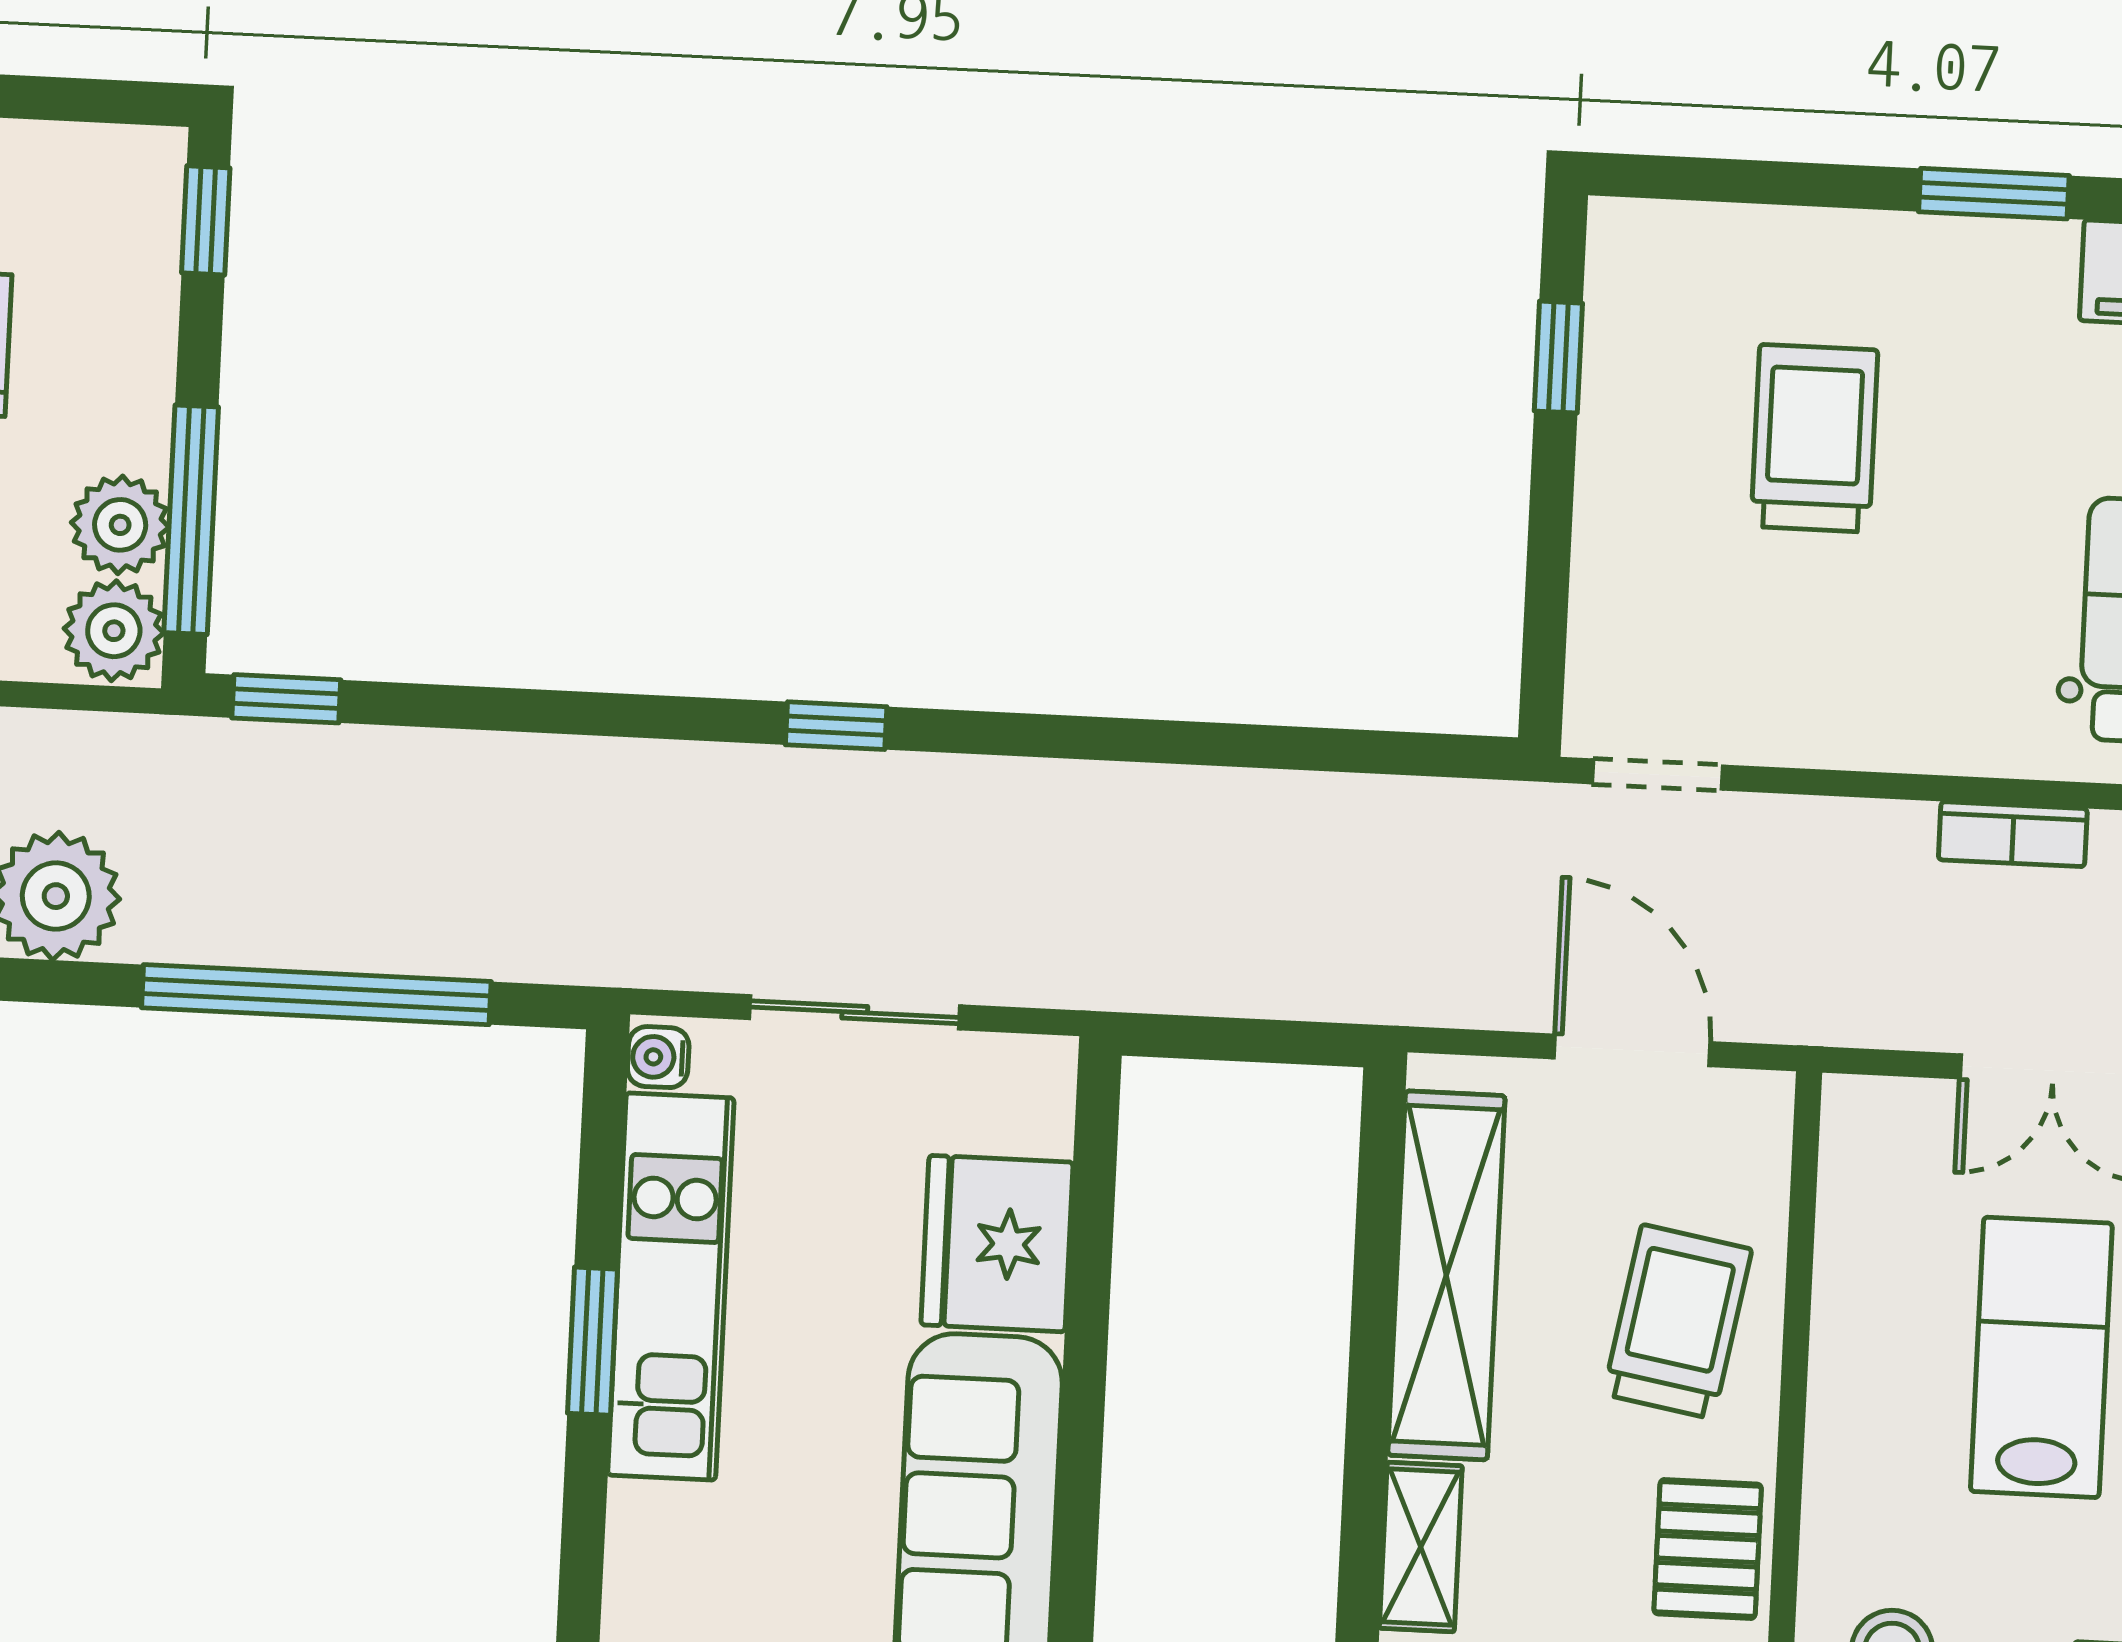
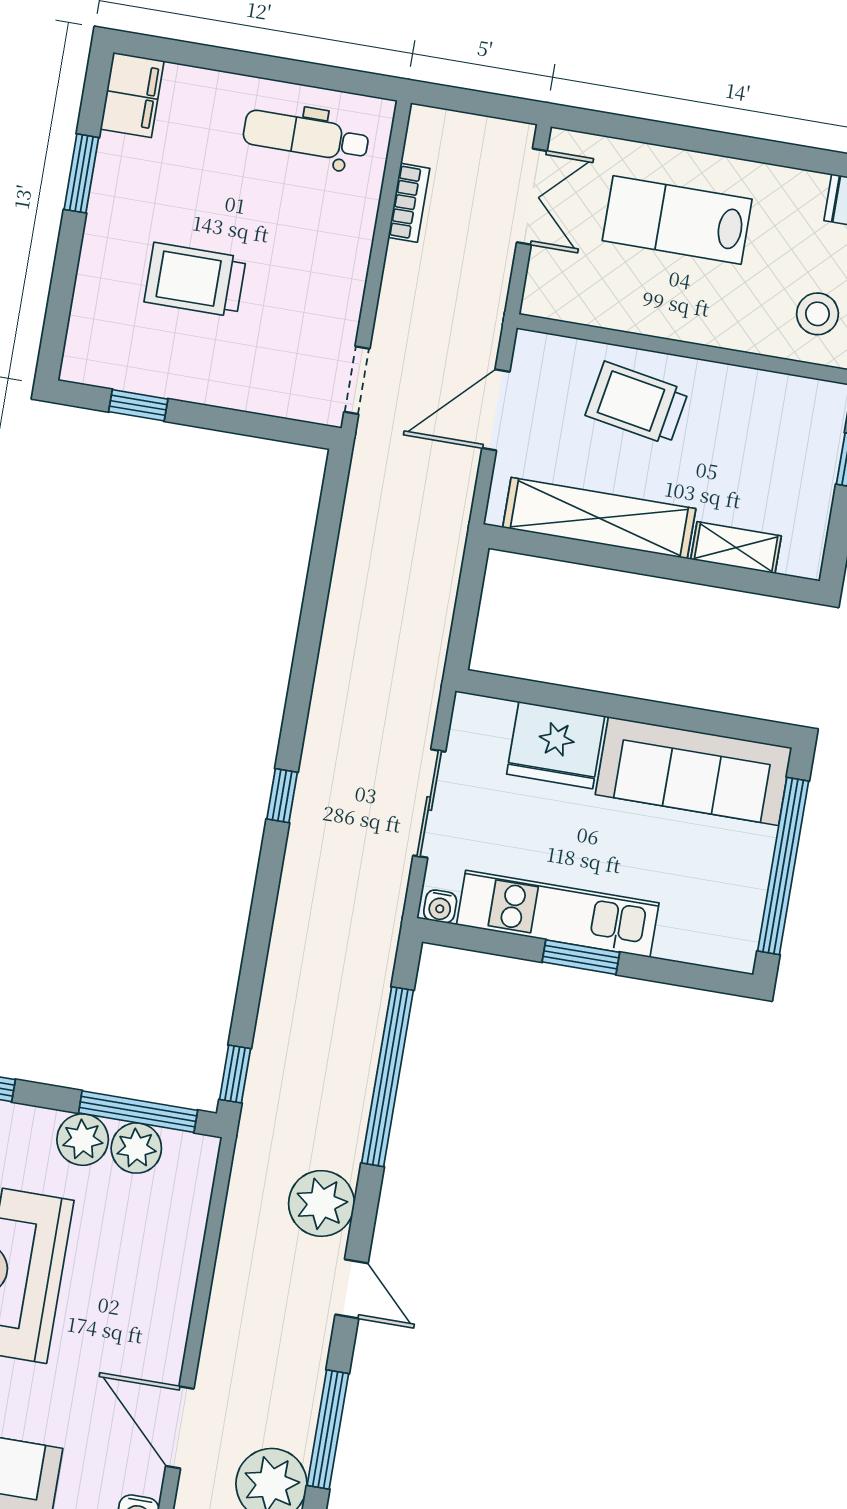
plant: (114, 631) -> (83, 1140), moved
pallet: (1708, 1549) -> (754, 402), removed

